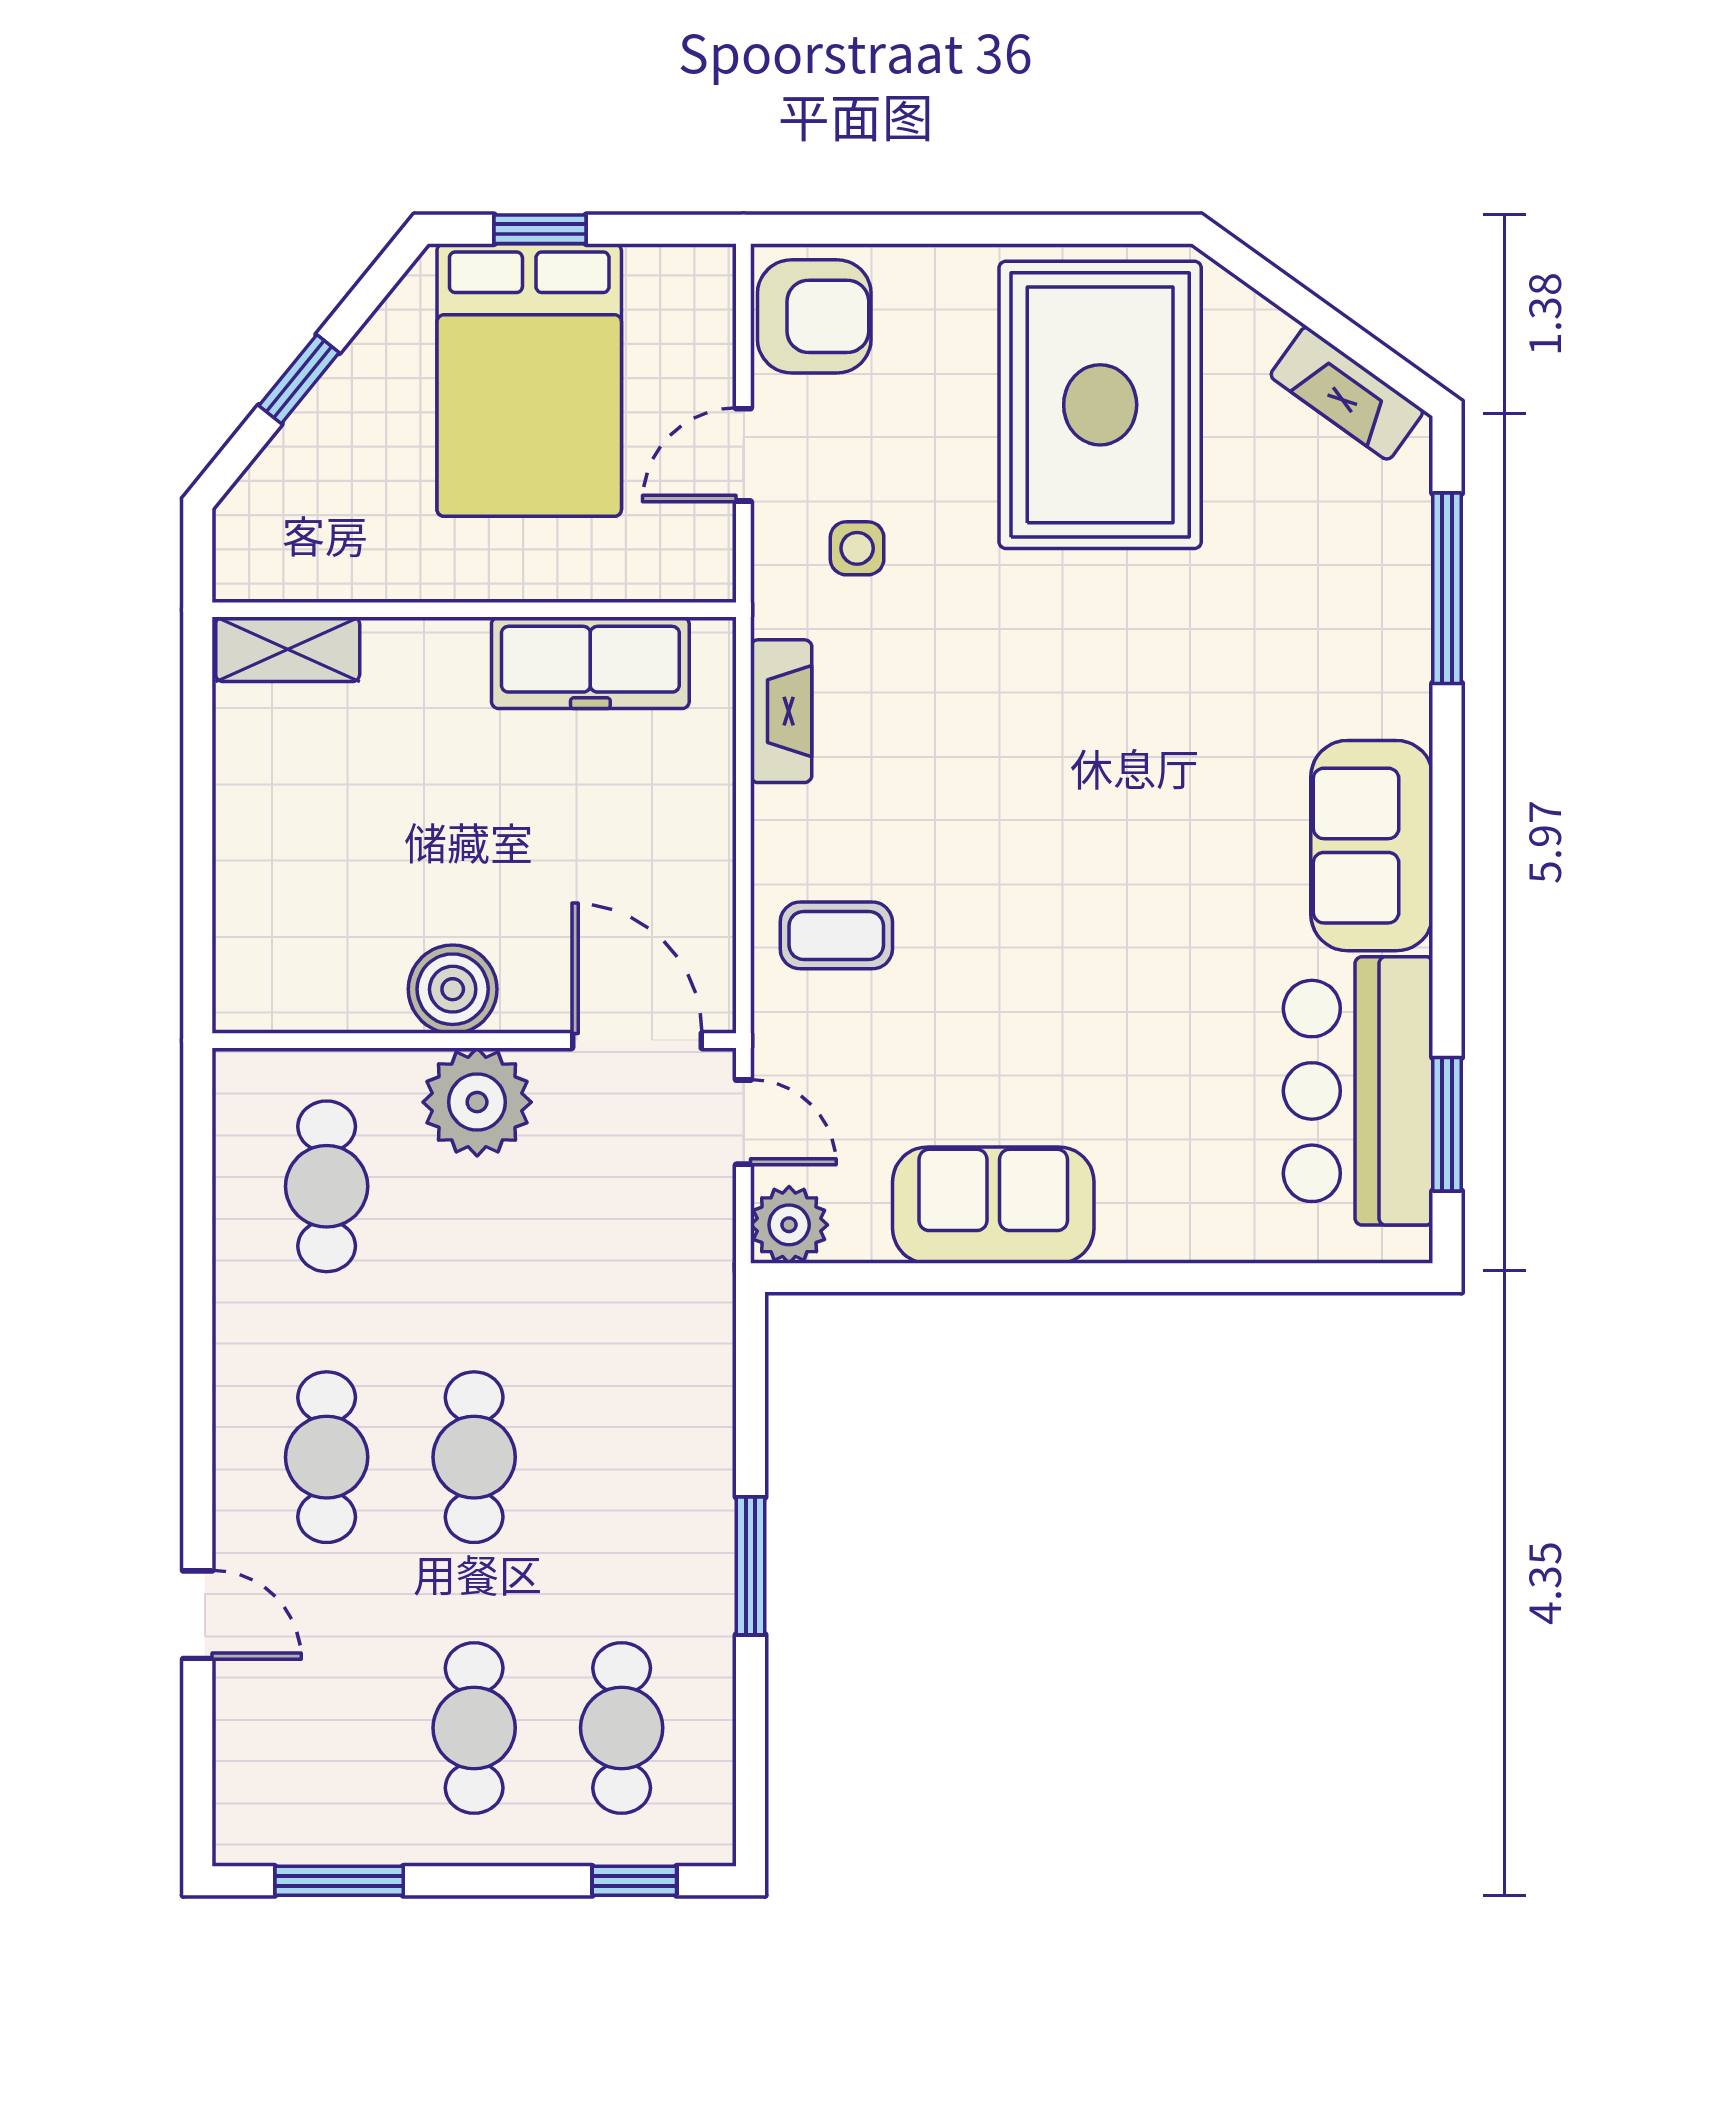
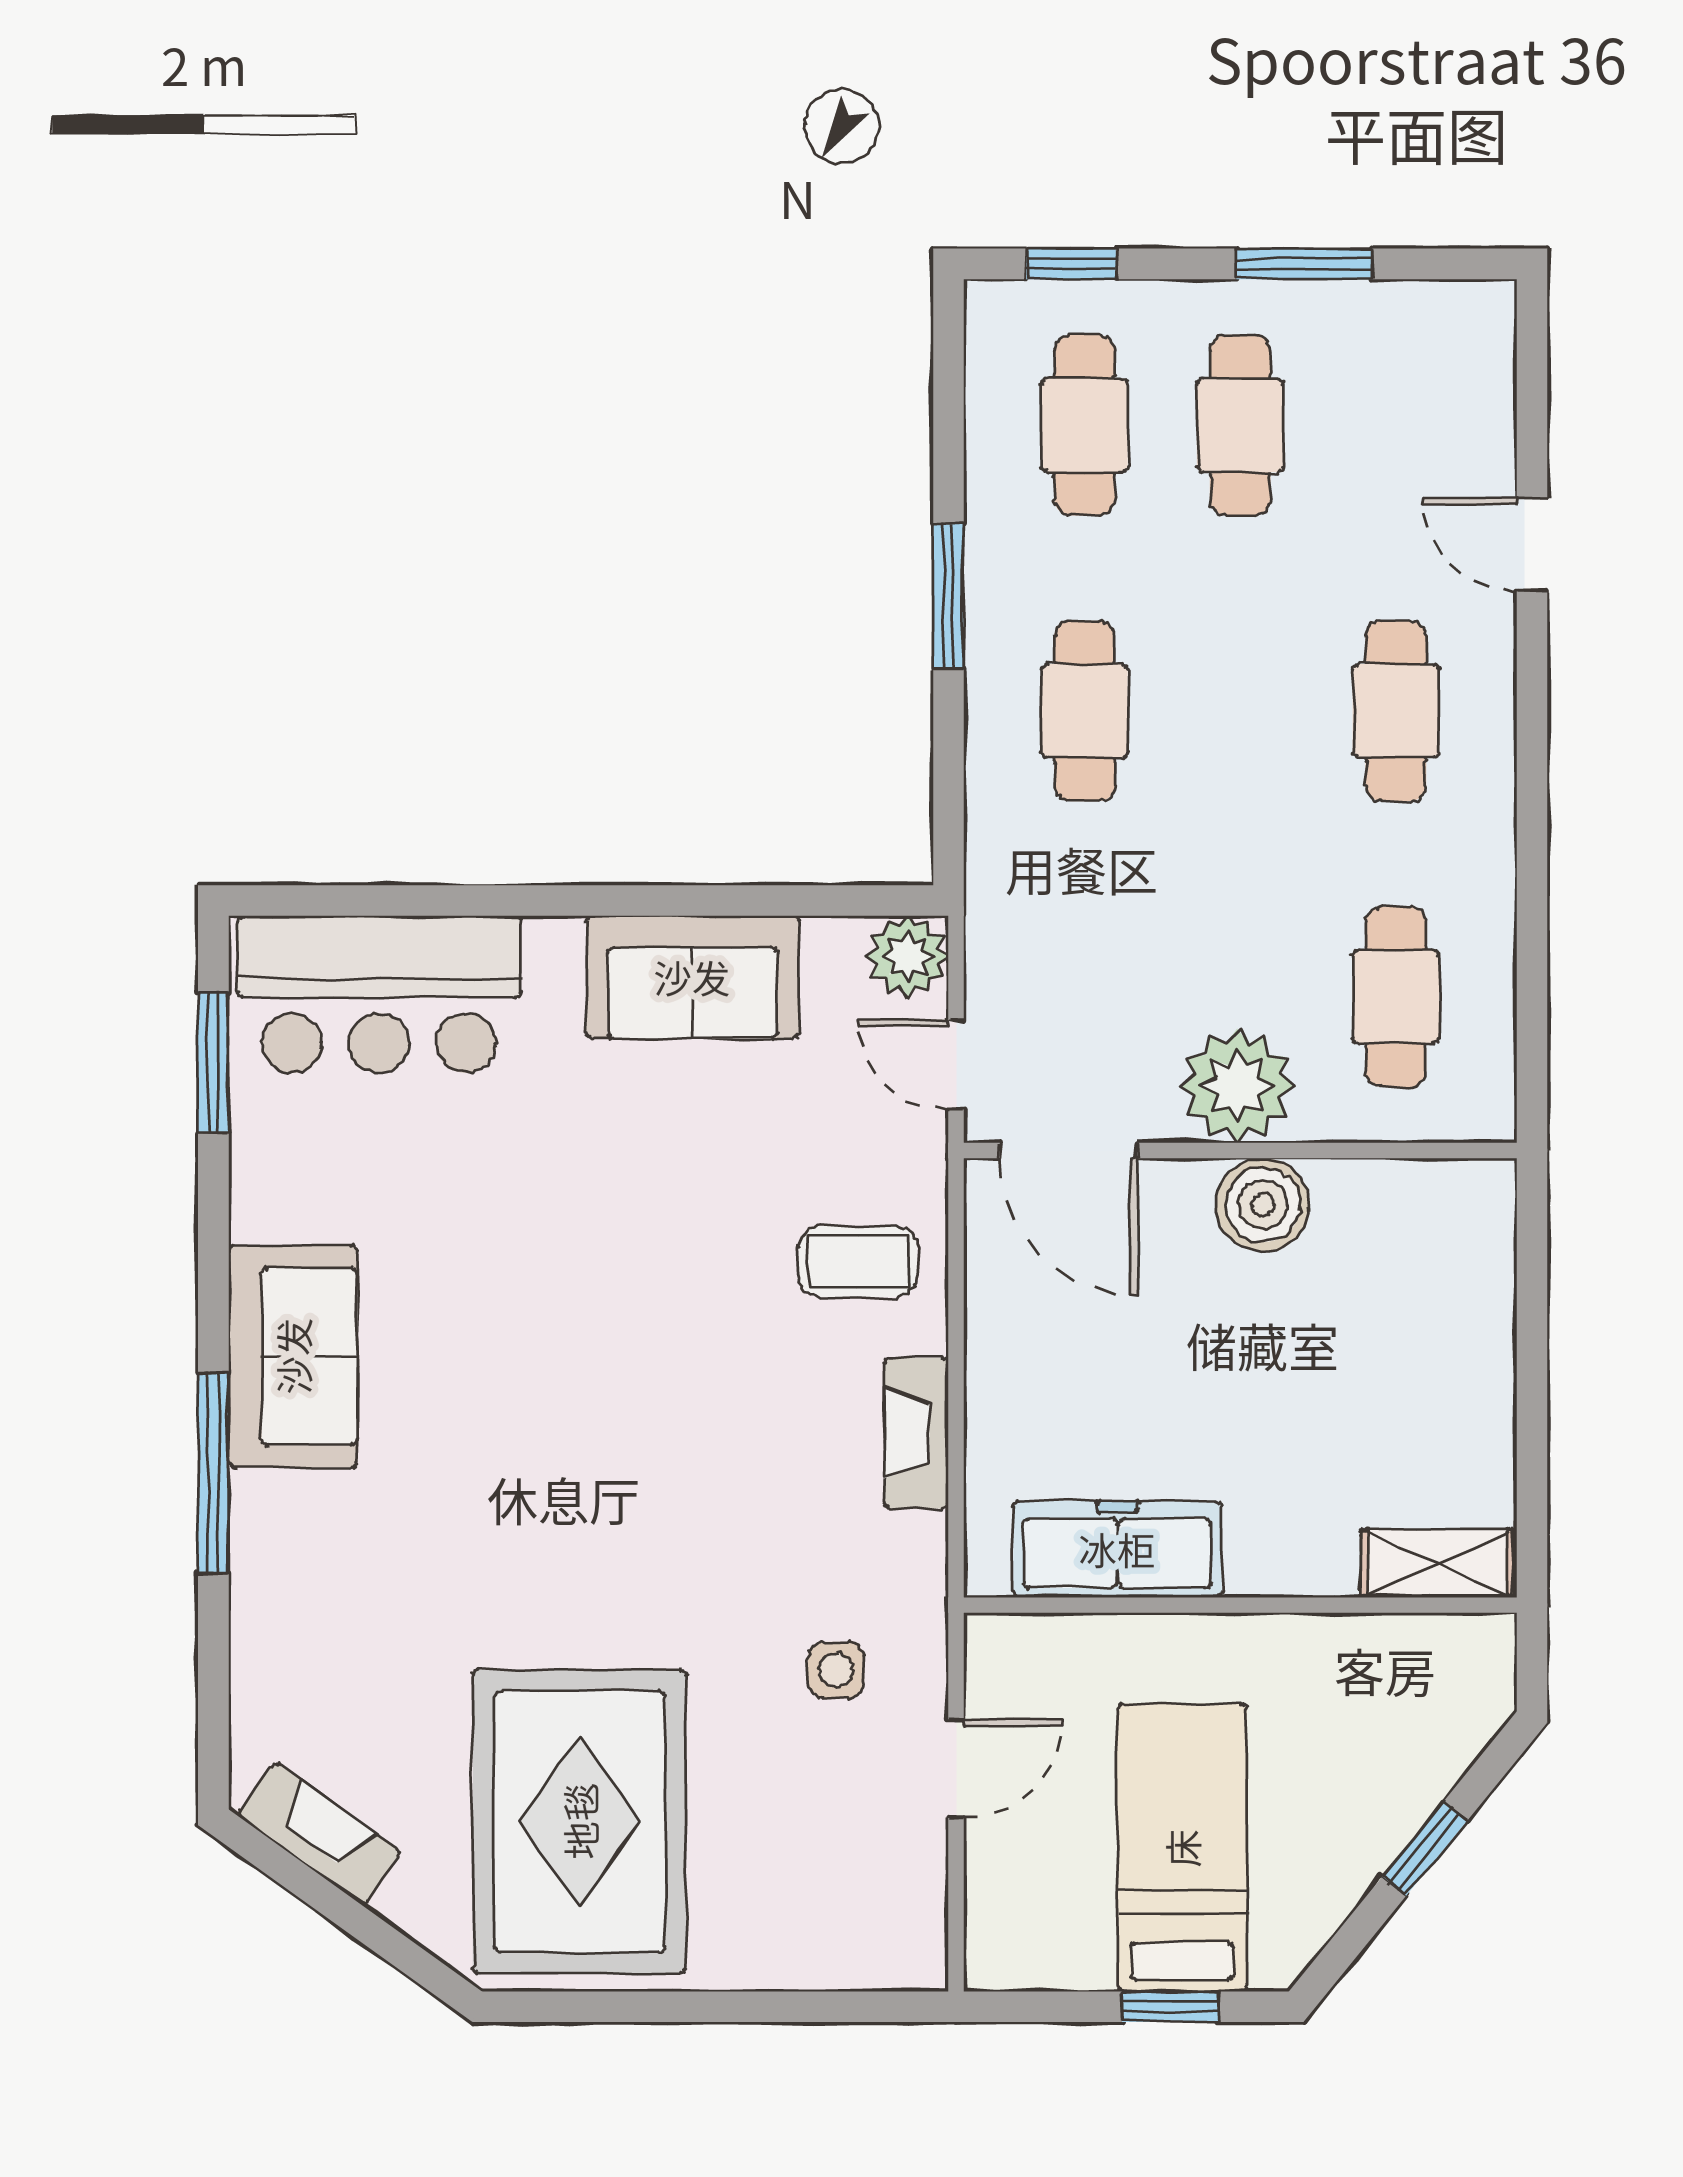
armchair: (814, 316) -> (881, 1915), removed
bed: (529, 380) -> (1182, 1848), width x0.67
window: (1447, 588) -> (213, 1473), moved
fireplace: (781, 711) -> (916, 1433), moved
bar counter: (1358, 1091) -> (379, 994), moved, turned 90
cafe table: (474, 1457) -> (1085, 711), moved
window: (339, 1881) -> (1304, 264), moved

